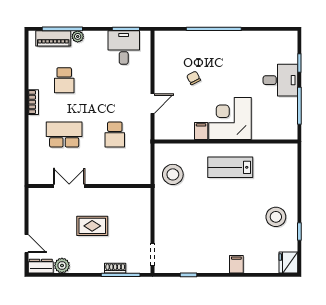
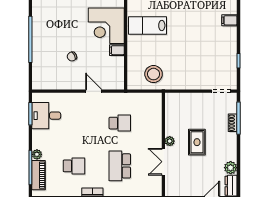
lab bench: (230, 167) -> (147, 26), turned 90
plant: (93, 194) -> (170, 141), added

